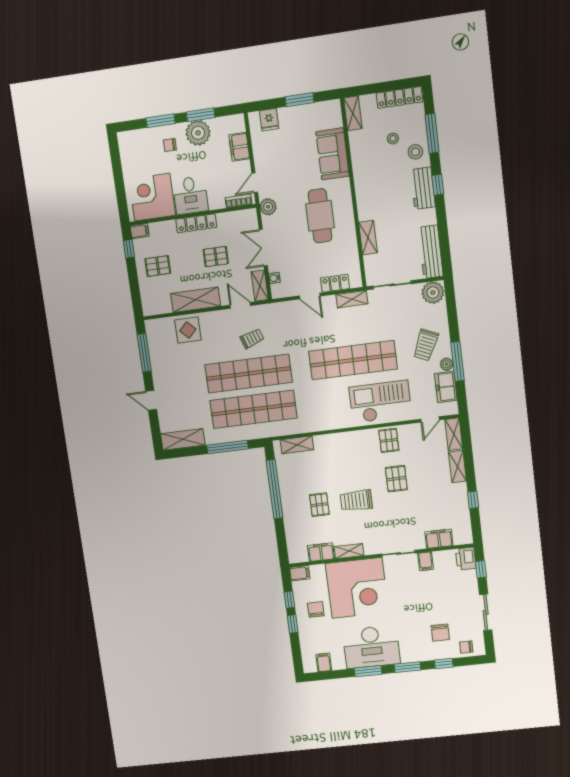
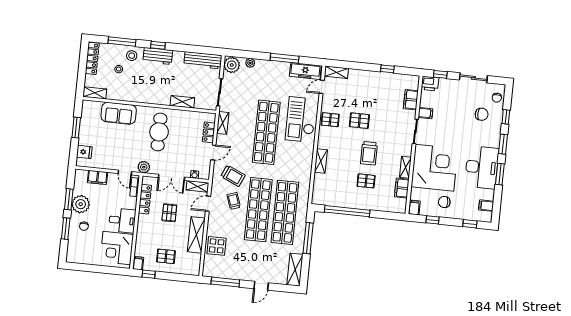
cafe table: (320, 216) -> (159, 132), turned 90
locker: (196, 223) -> (145, 199), moved
pallet: (158, 266) -> (166, 256), turned 90
trolley: (426, 345) -> (233, 176), moved
plant: (447, 364) -> (250, 63), moved
freezer: (446, 387) -> (305, 71), width x1.40
door: (430, 419) -> (322, 87), swing flipped
shelving: (297, 445) -> (321, 161), moved
shelving: (457, 467) -> (360, 75), removed
window: (293, 624) -> (470, 224), moved

